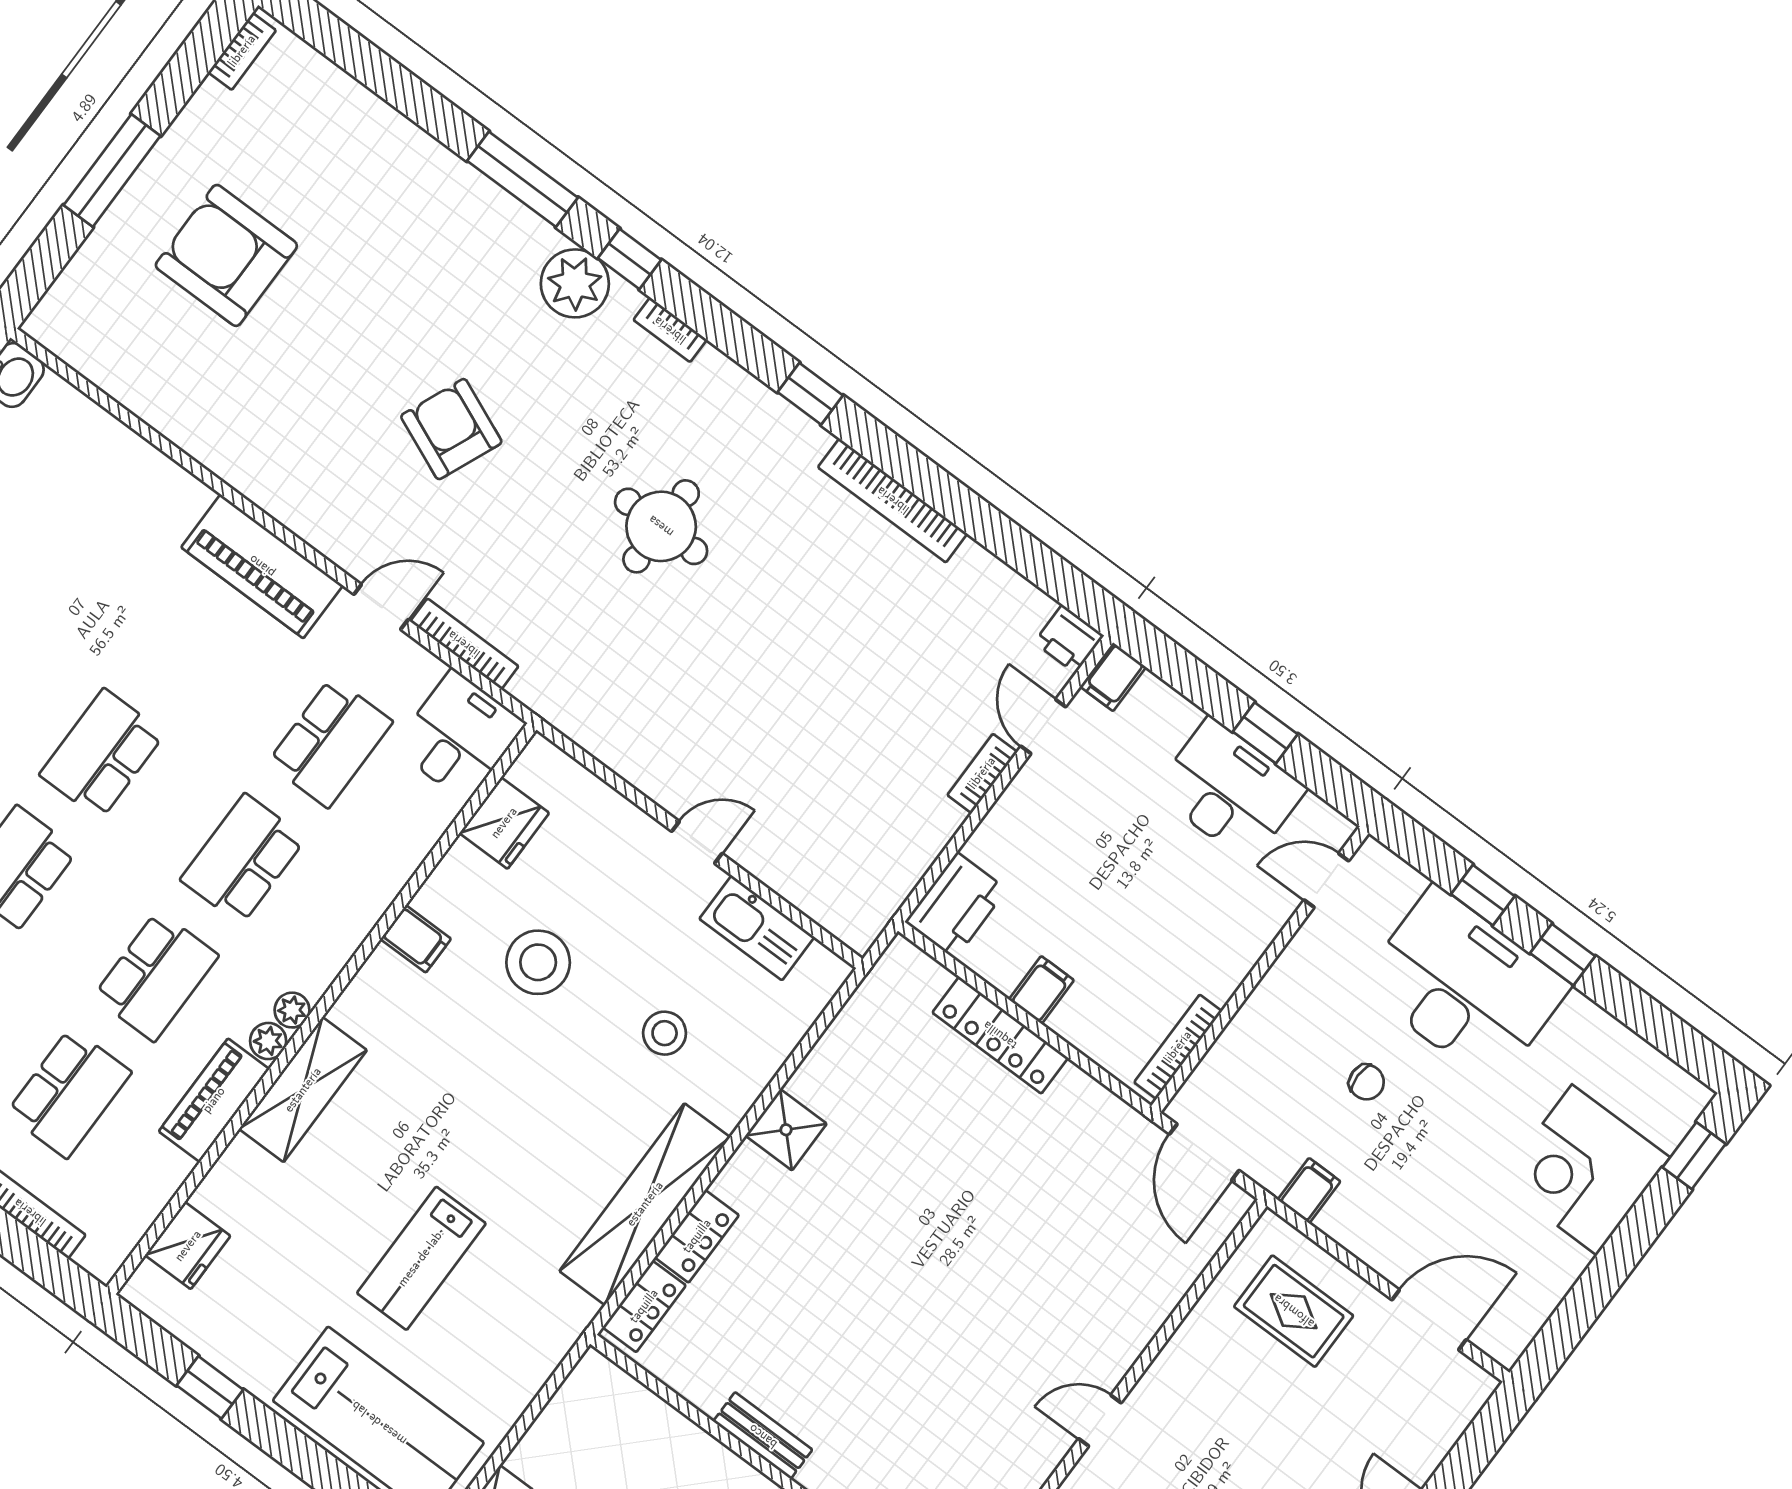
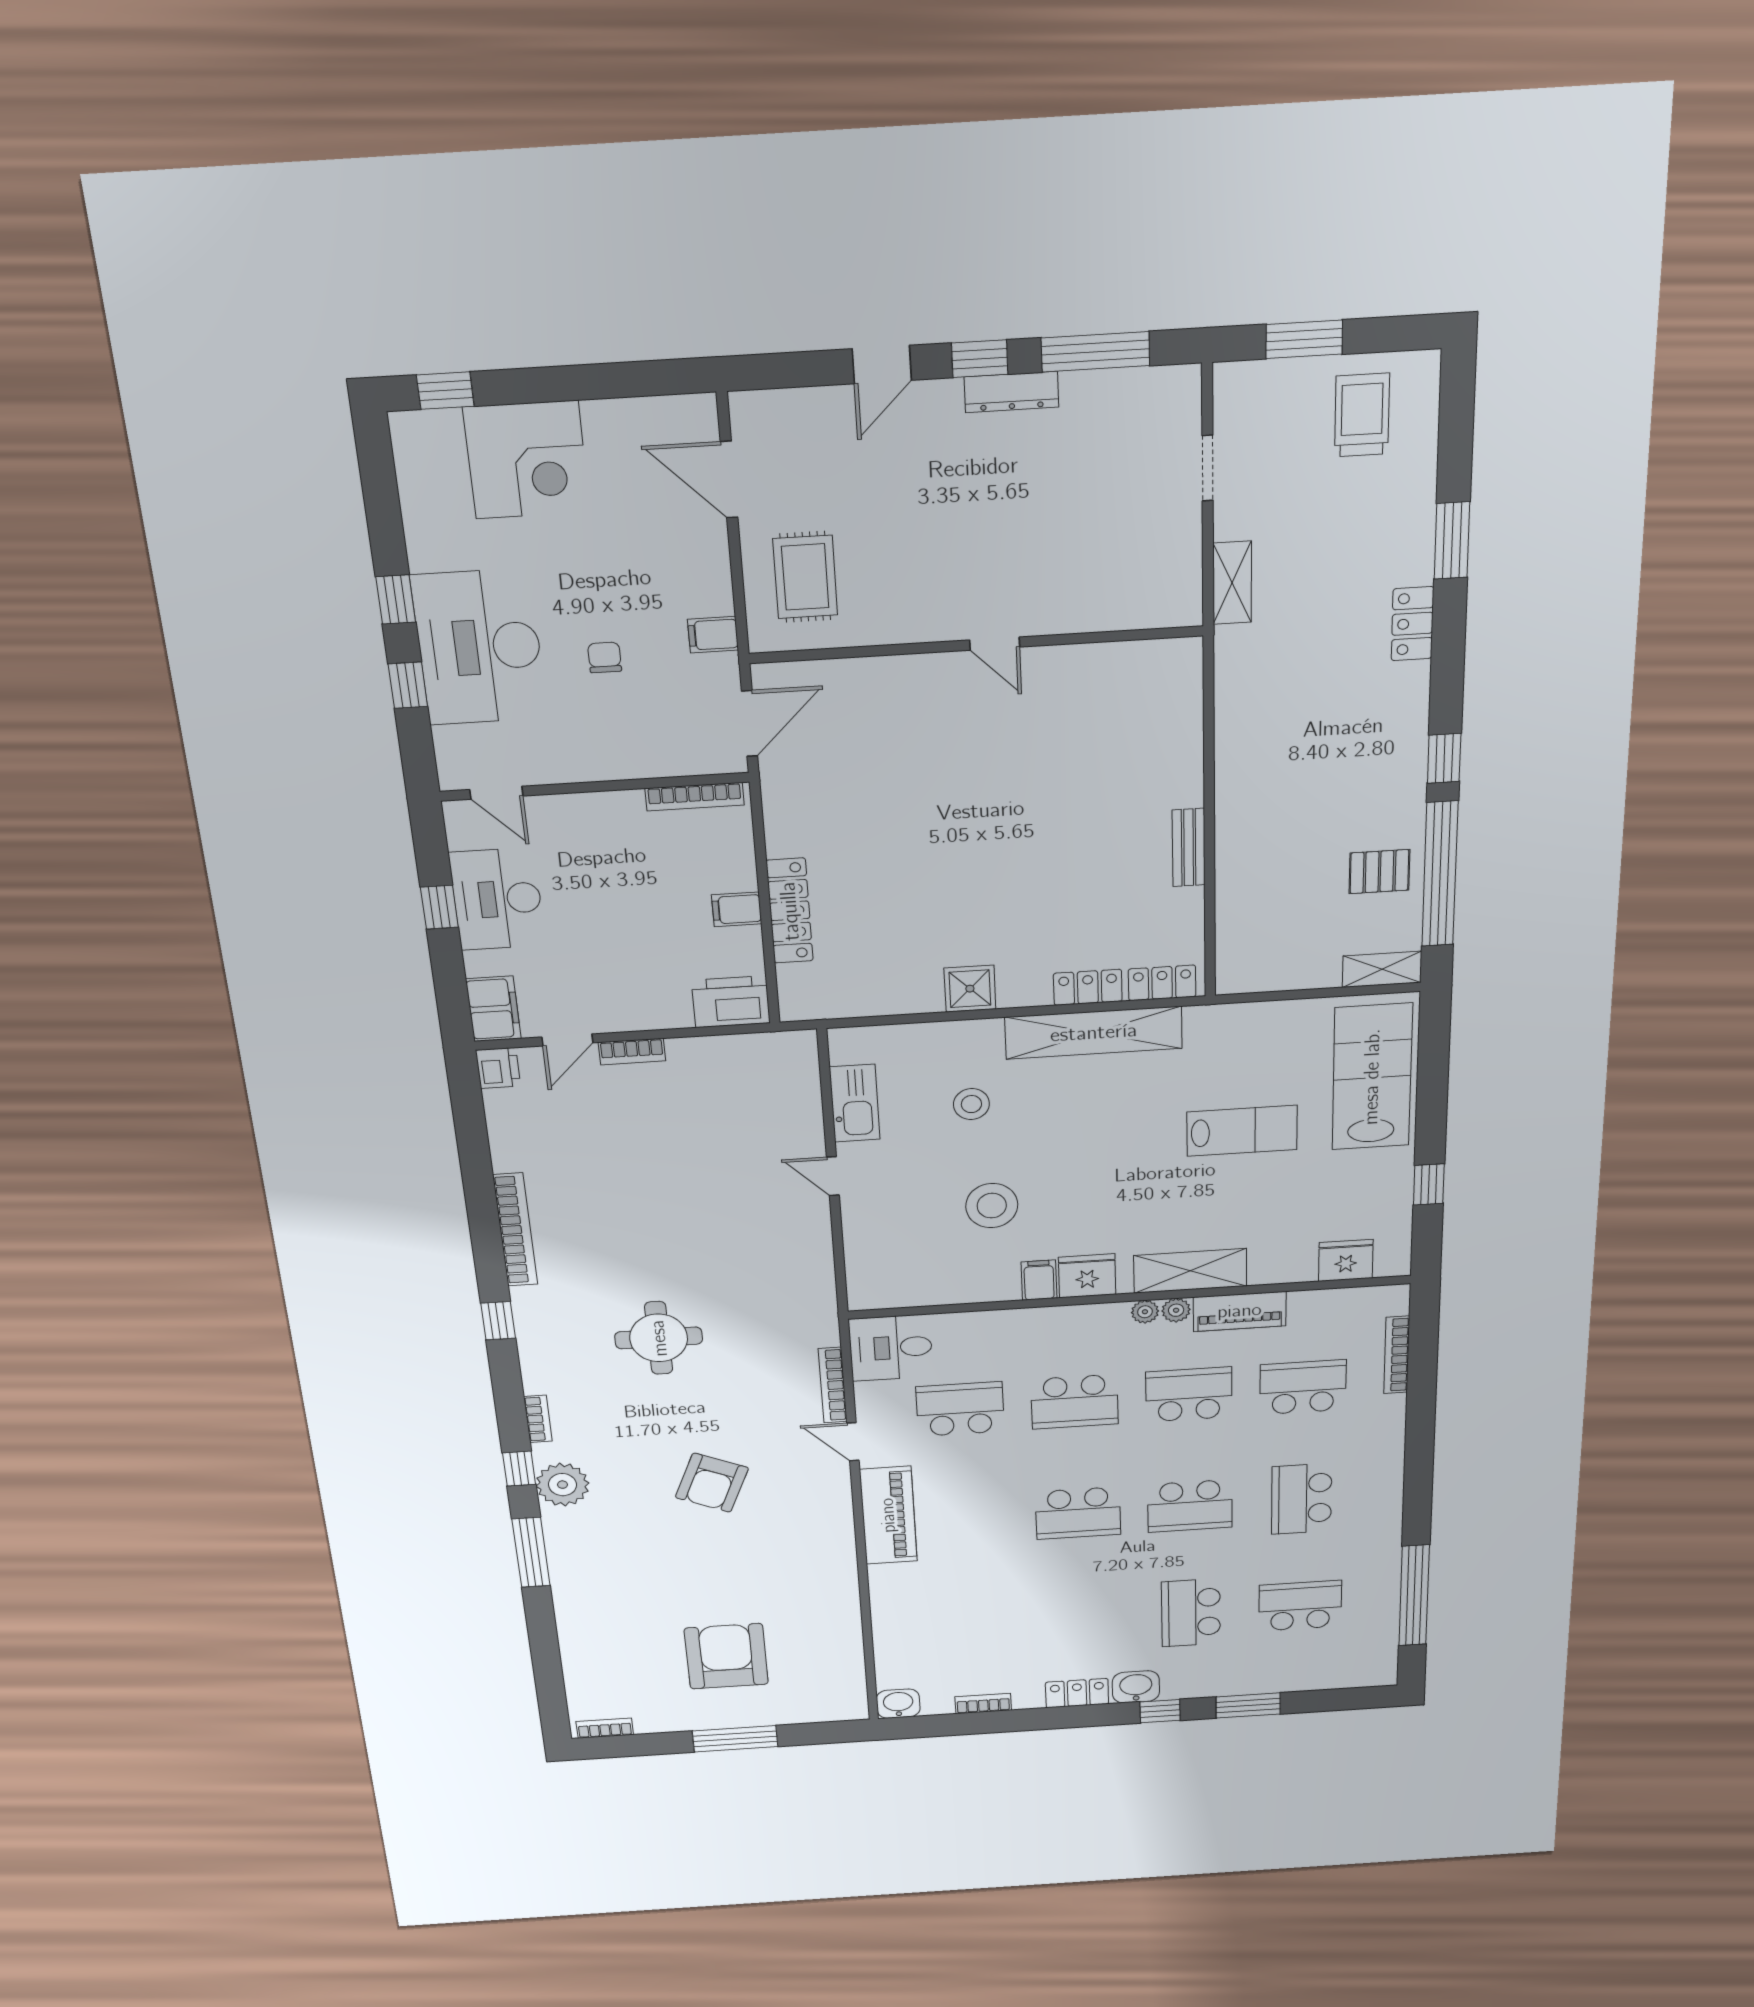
armchair: (226, 255) -> (726, 1656), turned 180
filing cabinet: (1113, 677) -> (493, 1009), width x2.00
fridge: (504, 823) -> (1087, 1276), moved

